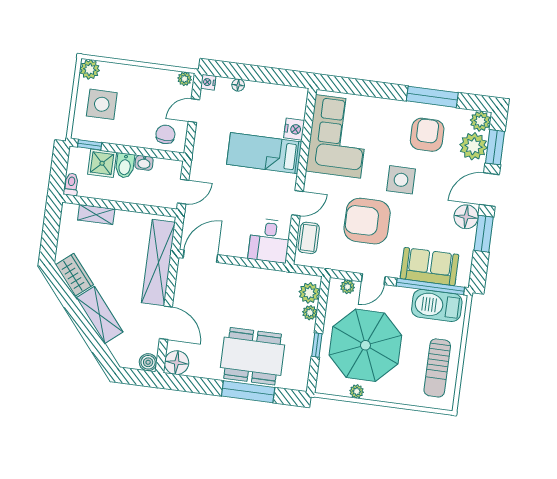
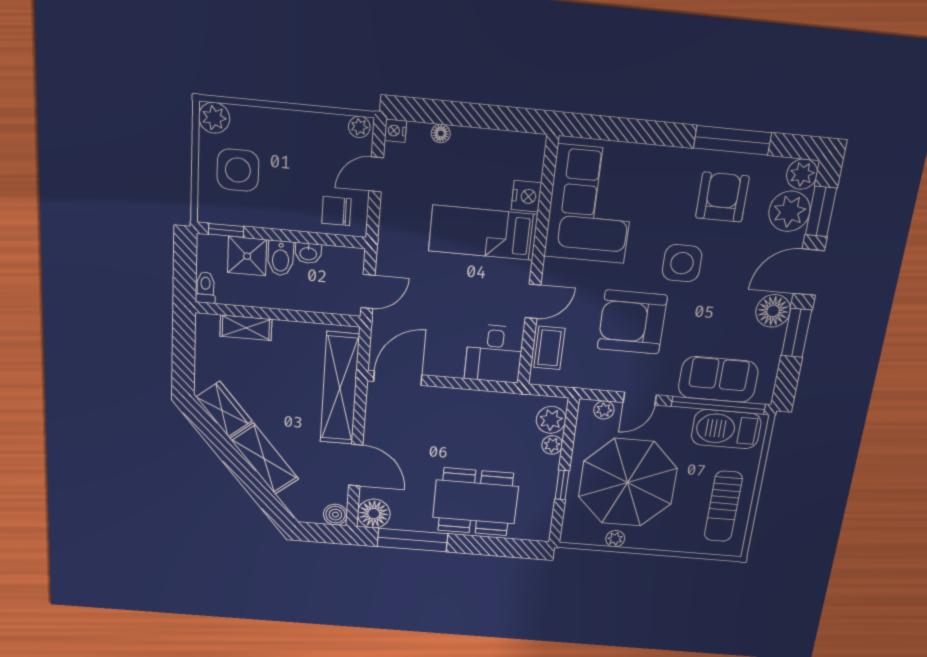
chair: (165, 134) -> (336, 211), turned -90
window: (248, 392) -> (412, 540), moved

